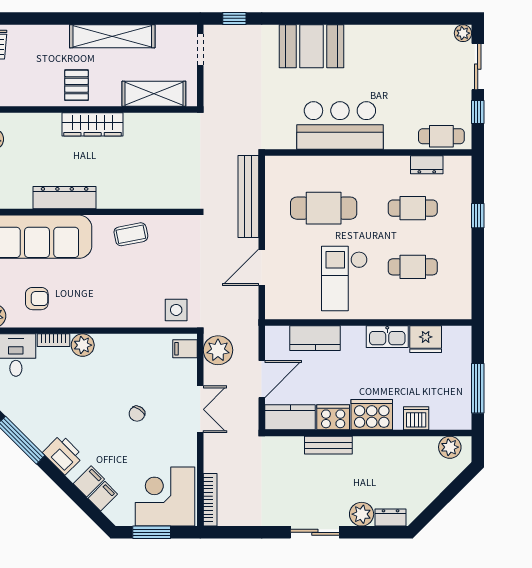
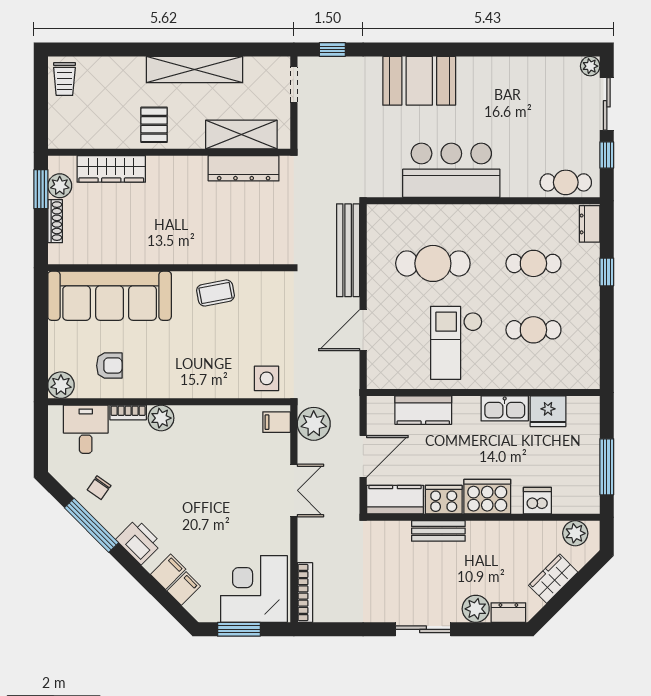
wardrobe: (93, 124) -> (111, 169), moved
dresser: (427, 165) -> (590, 224), moved, turned 90
dresser: (65, 198) -> (244, 168), moved, turned 180
chair: (137, 414) -> (99, 488), moved
wardrobe: (430, 488) -> (553, 579), added

